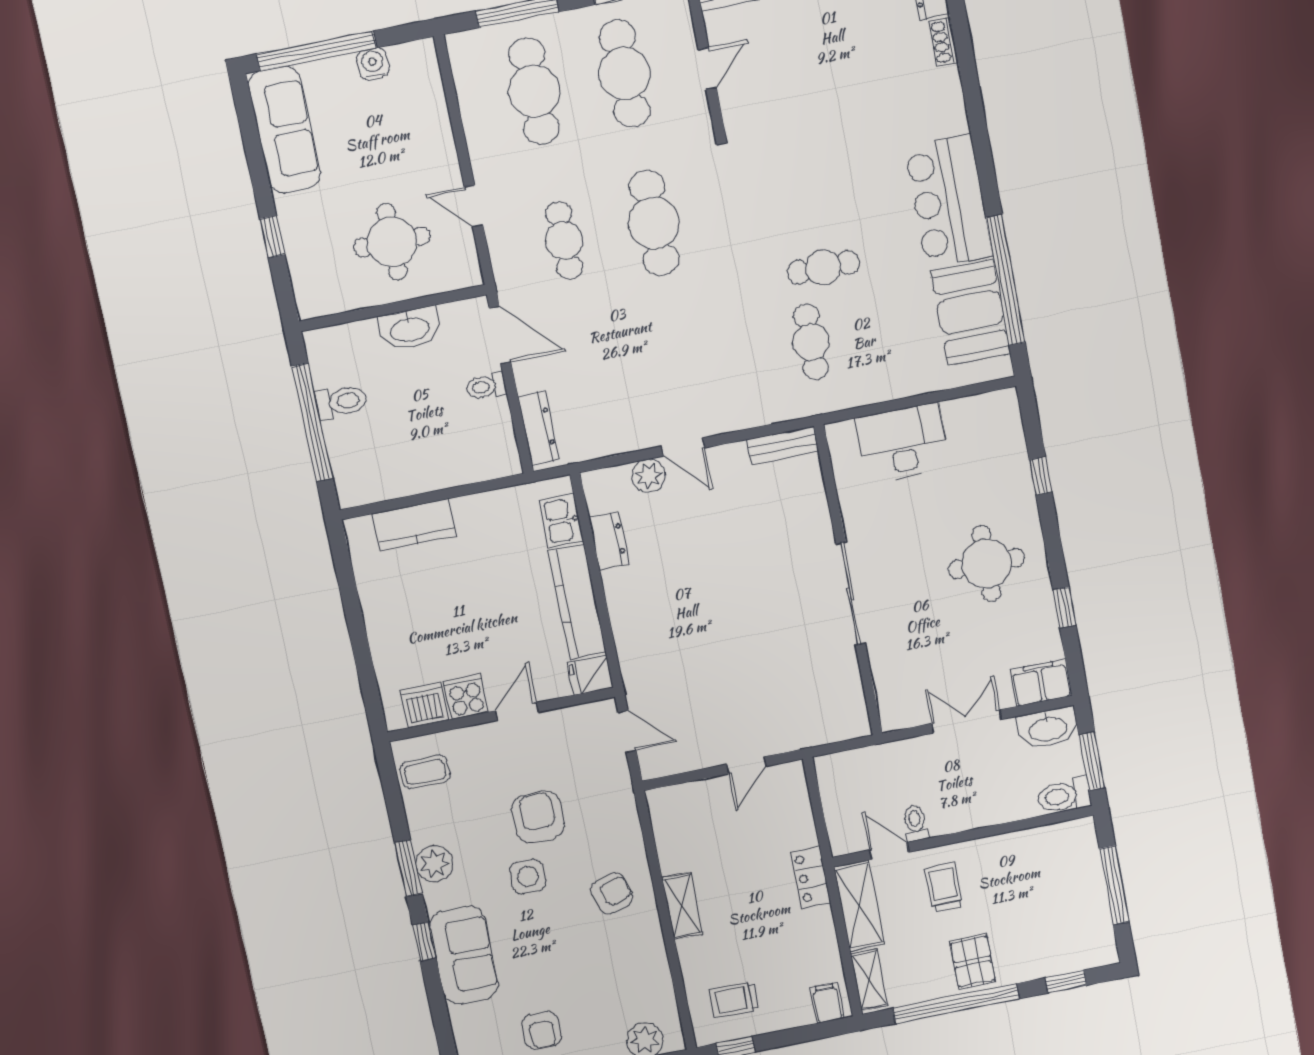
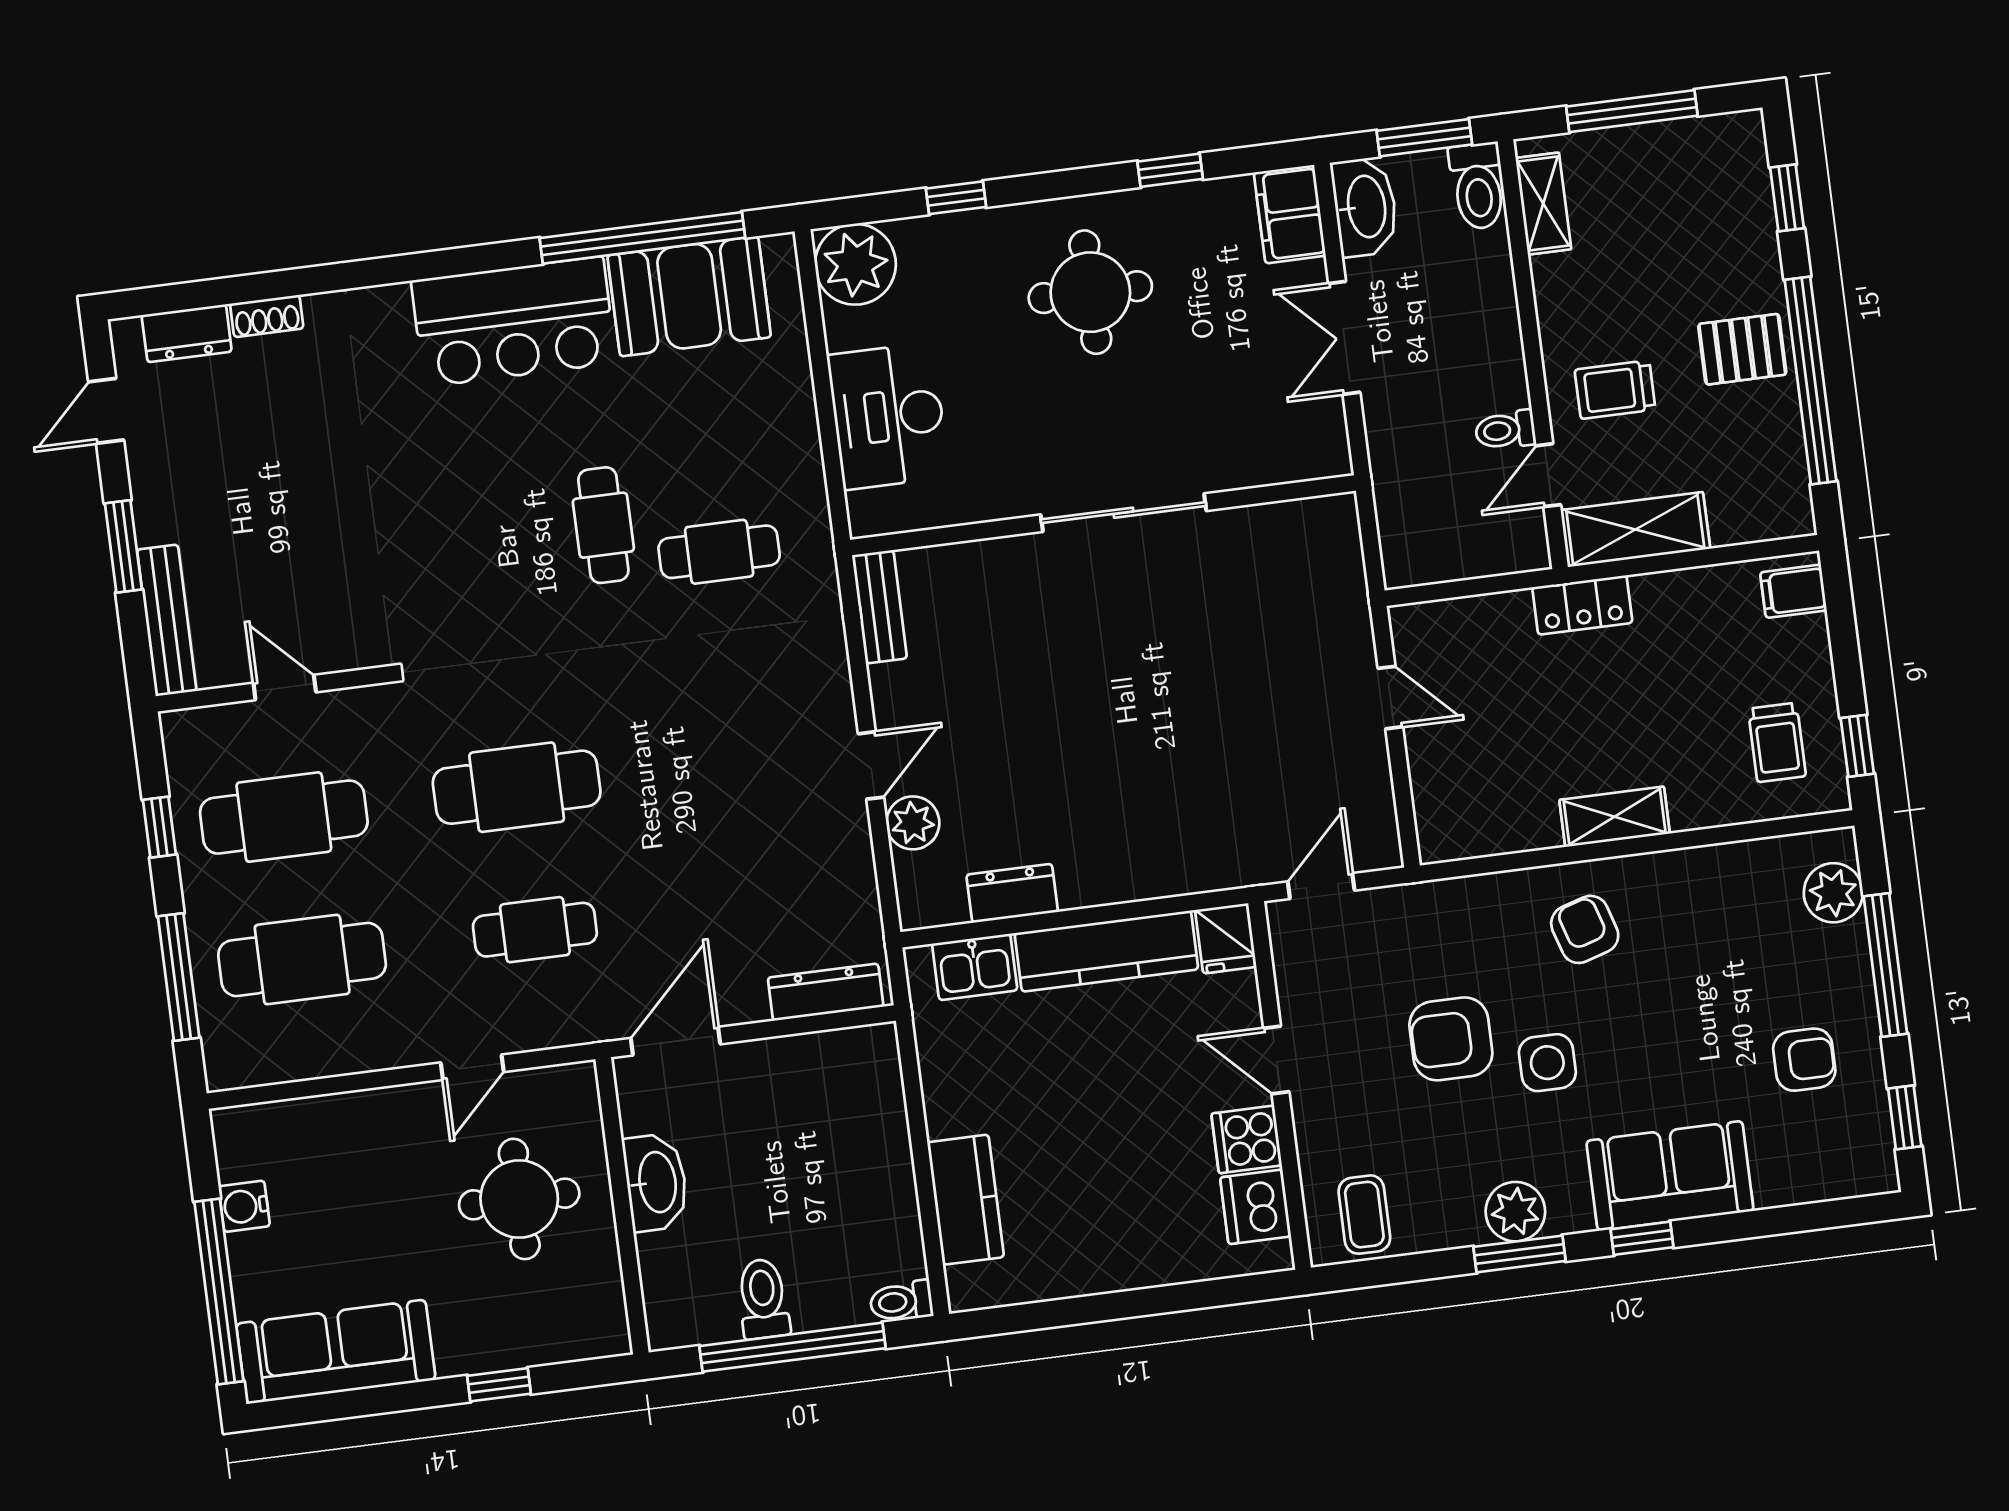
toilet: (486, 386) -> (901, 1301), moved, turned 90
plant: (996, 416) -> (855, 264), added
shelving: (869, 980) -> (1543, 204), moved, turned 90

